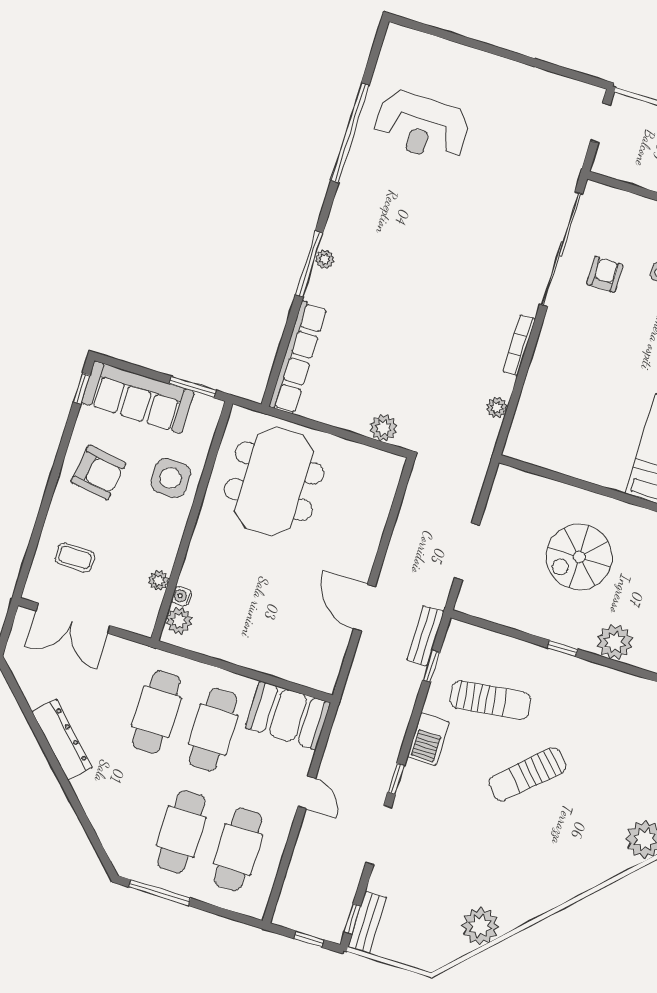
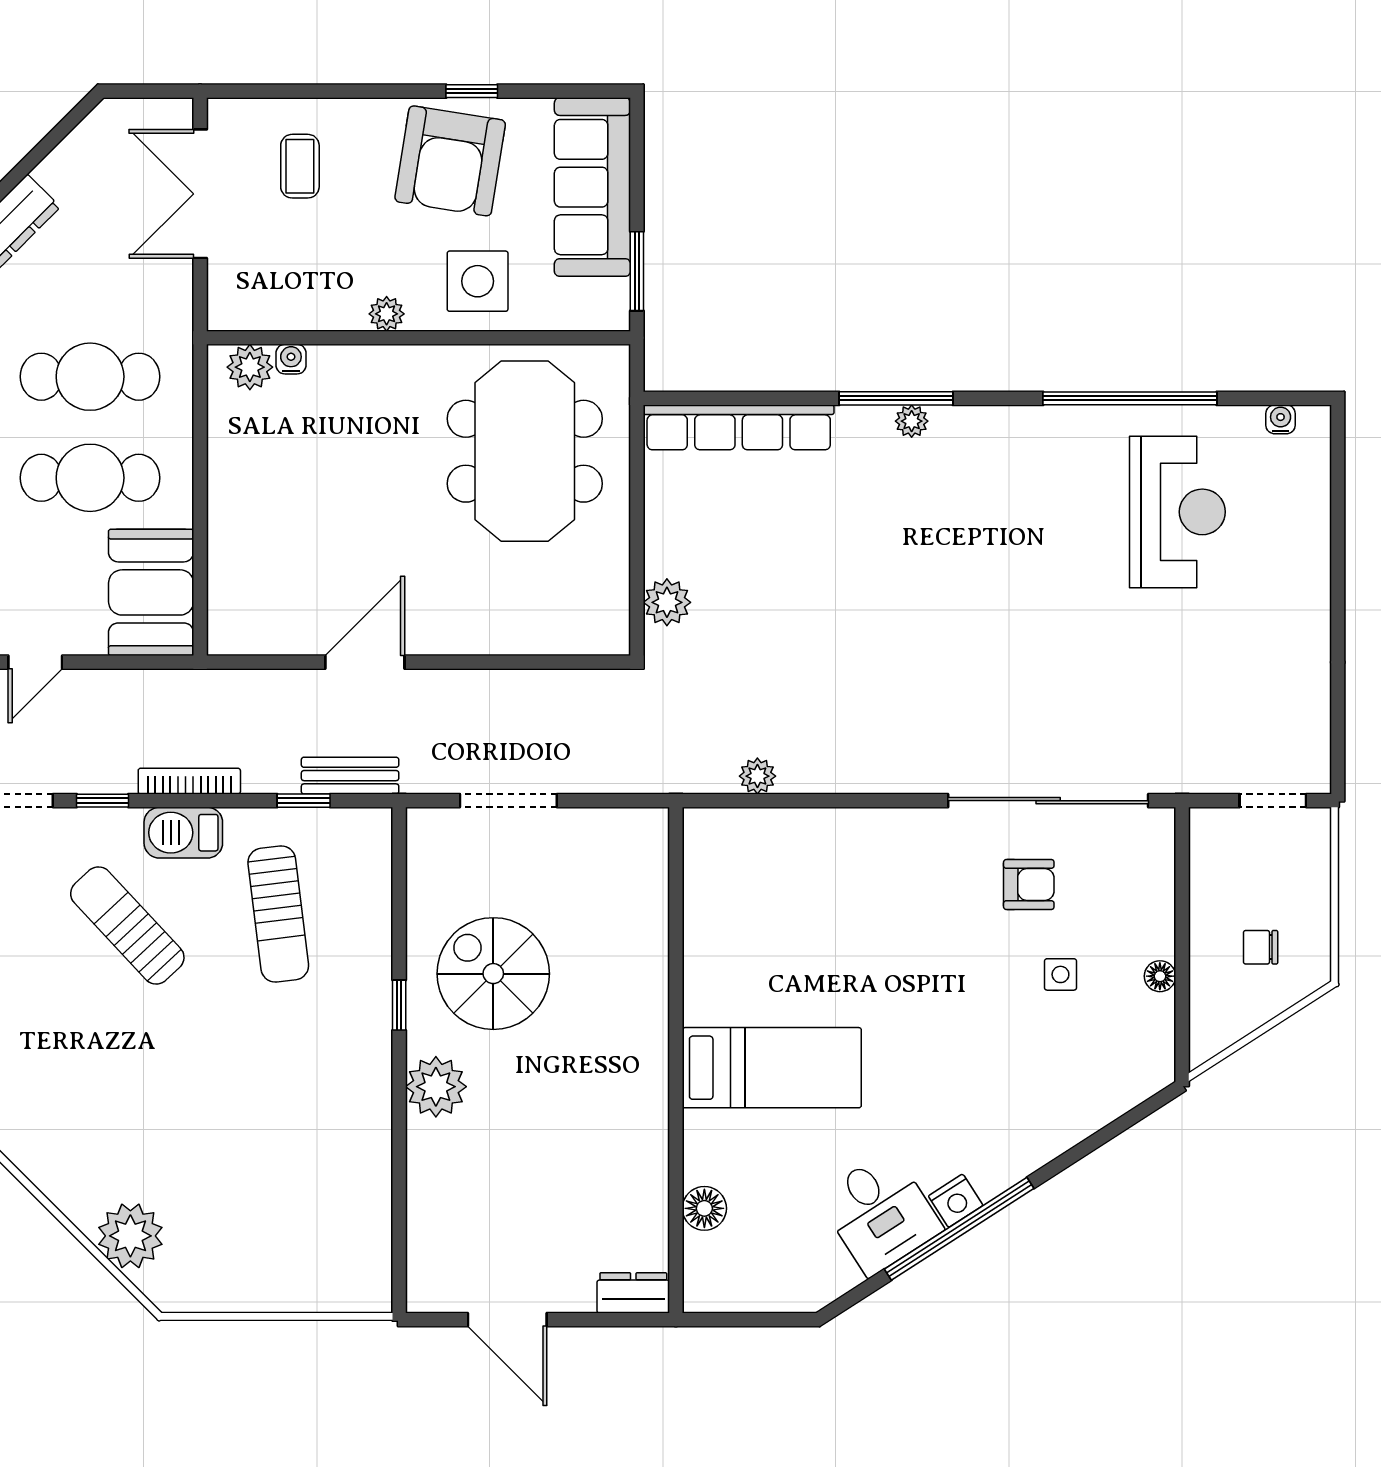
water cooler: (388, 52) -> (1281, 419), added
reception desk: (422, 126) -> (1177, 512), turned 180
bookcase: (519, 345) -> (189, 781), moved
window: (82, 389) -> (472, 91), moved
armchair: (98, 472) -> (450, 161), width x1.36, depth x1.36
meeting table: (274, 481) -> (525, 451), turned 90
spiral stairs: (579, 557) -> (493, 974), moved
plant: (159, 580) -> (387, 314), moved
sun lounger: (527, 774) -> (127, 926), moved

